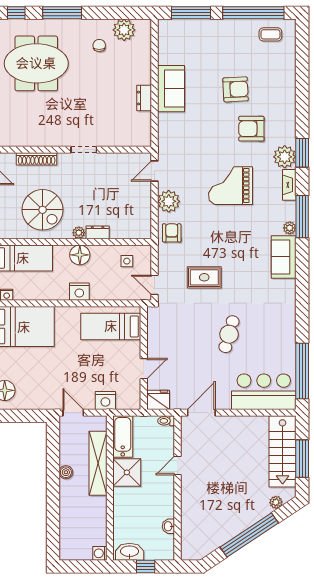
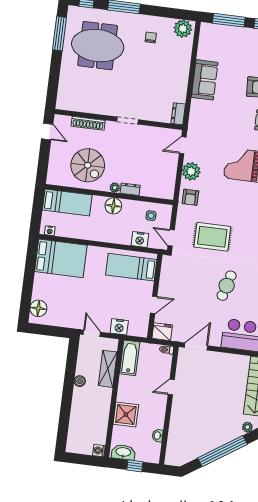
plant: (124, 30) -> (183, 29), moved
dresser: (144, 98) -> (178, 114), moved
armchair: (172, 233) -> (190, 197), turned 180
rug: (204, 277) -> (212, 237), width x1.36, depth x1.43
nightstand: (79, 292) -> (140, 239), moved
shelving: (98, 463) -> (108, 369), width x0.68
shower: (127, 472) -> (126, 414), moved

